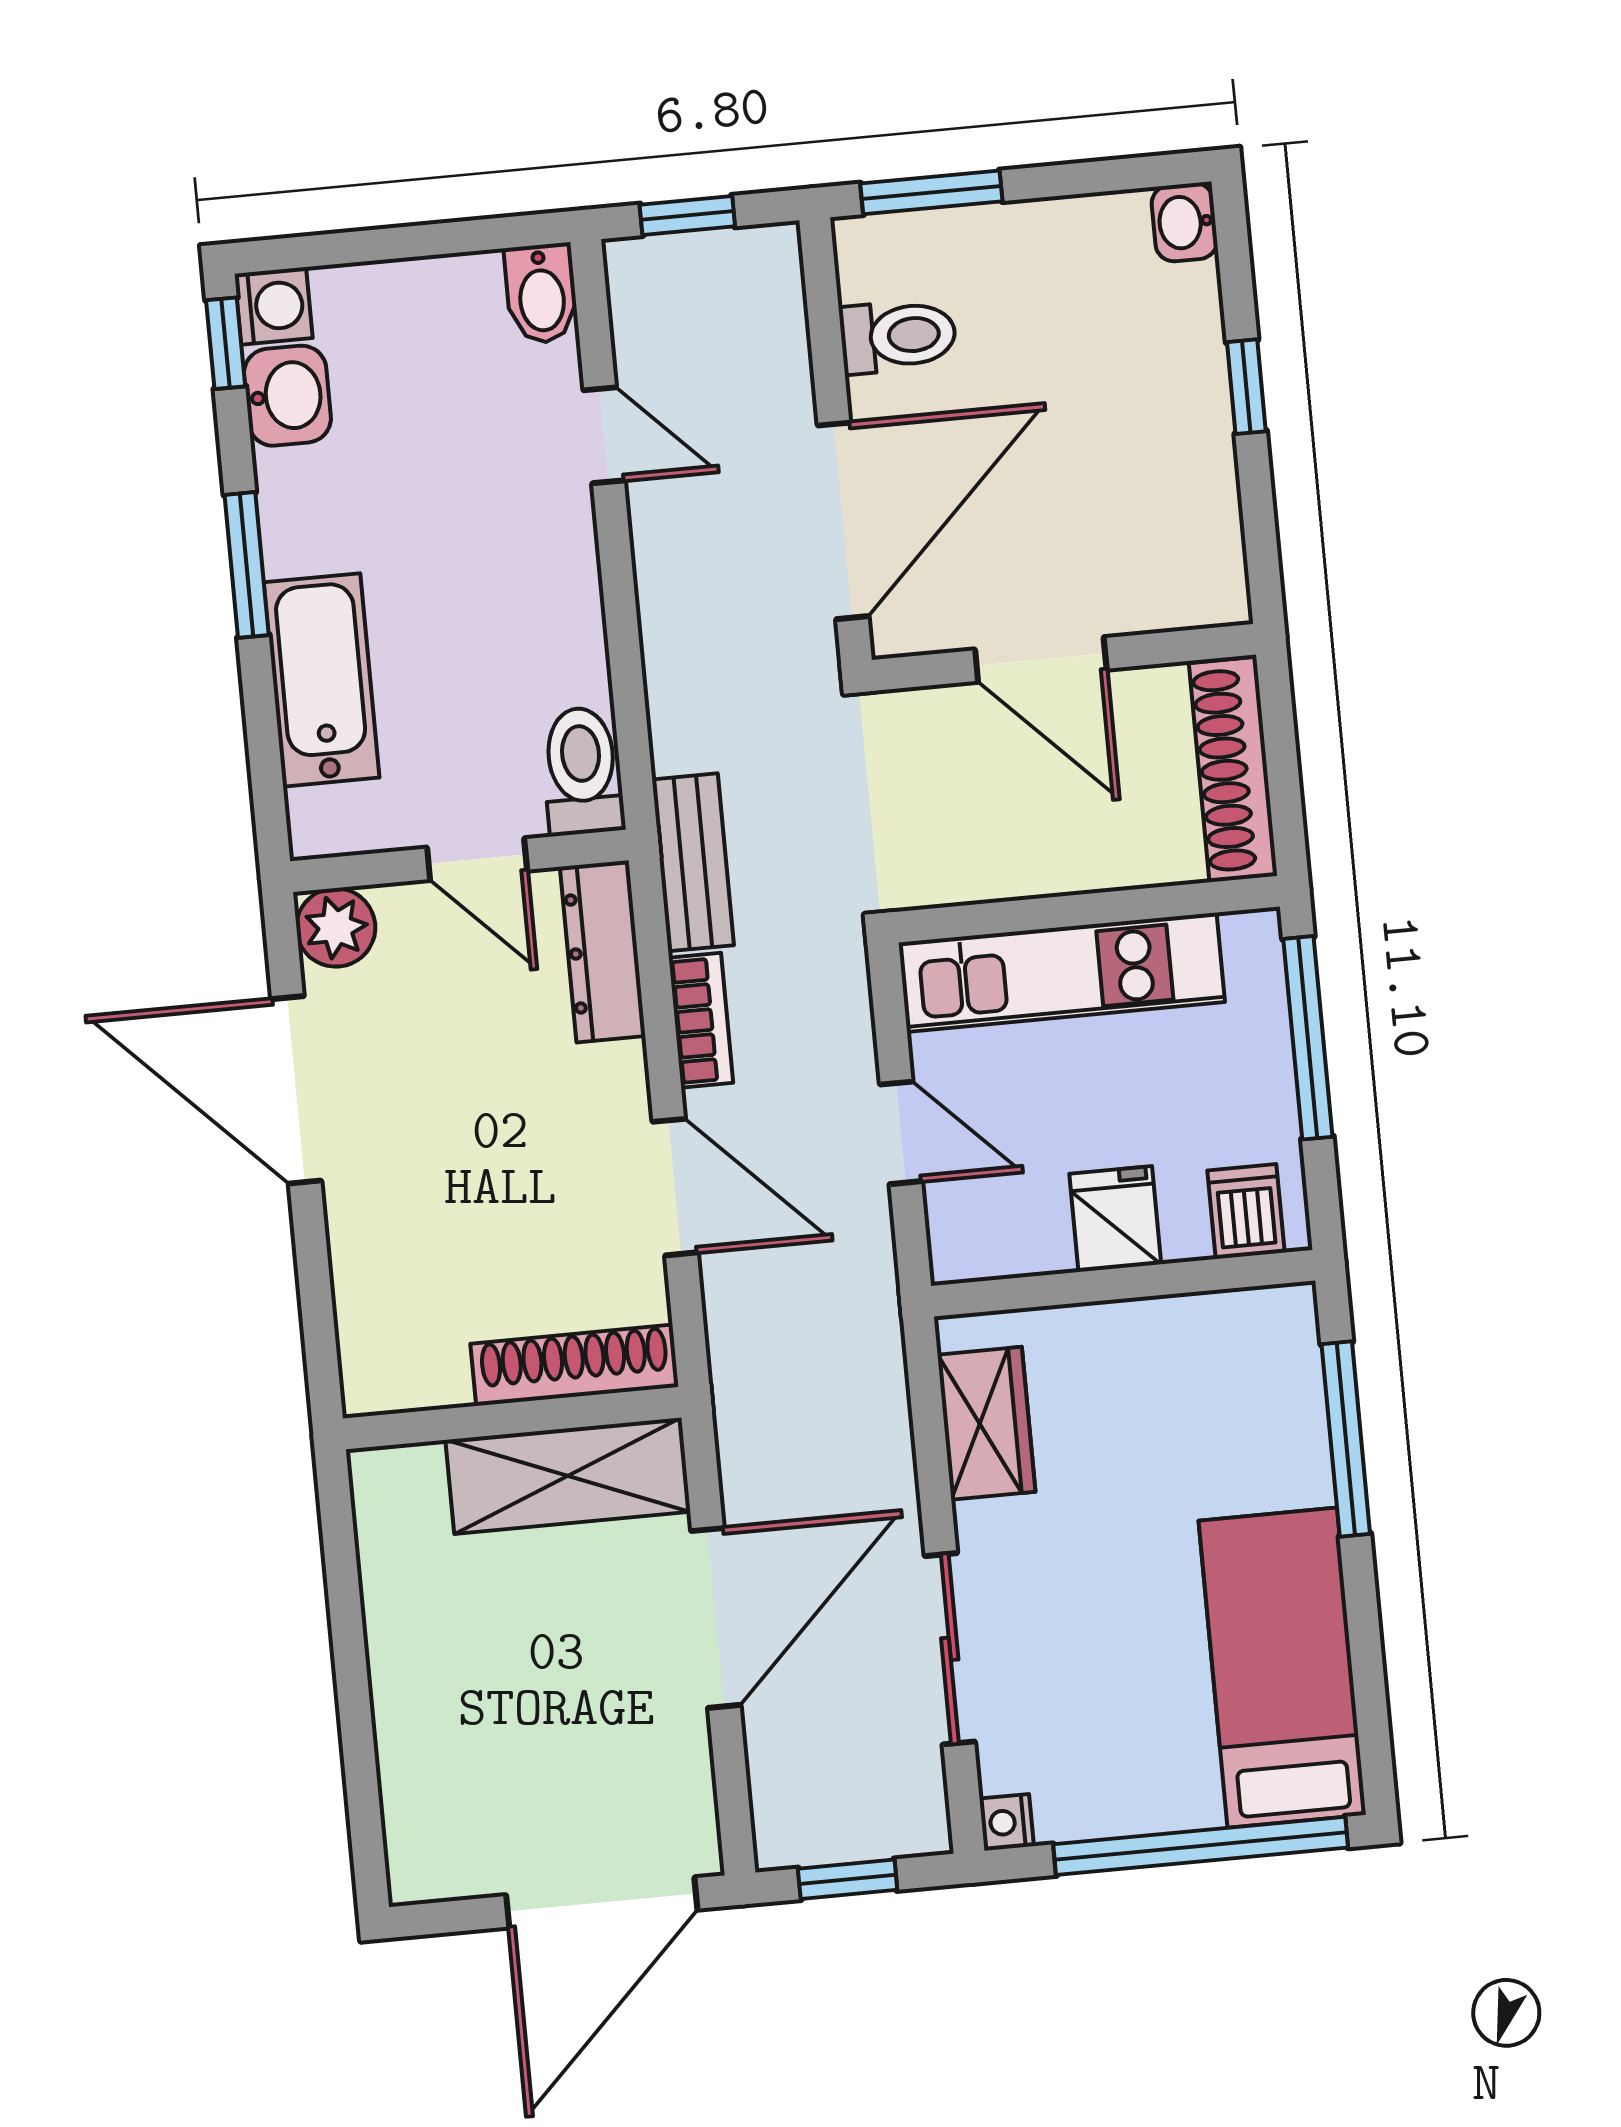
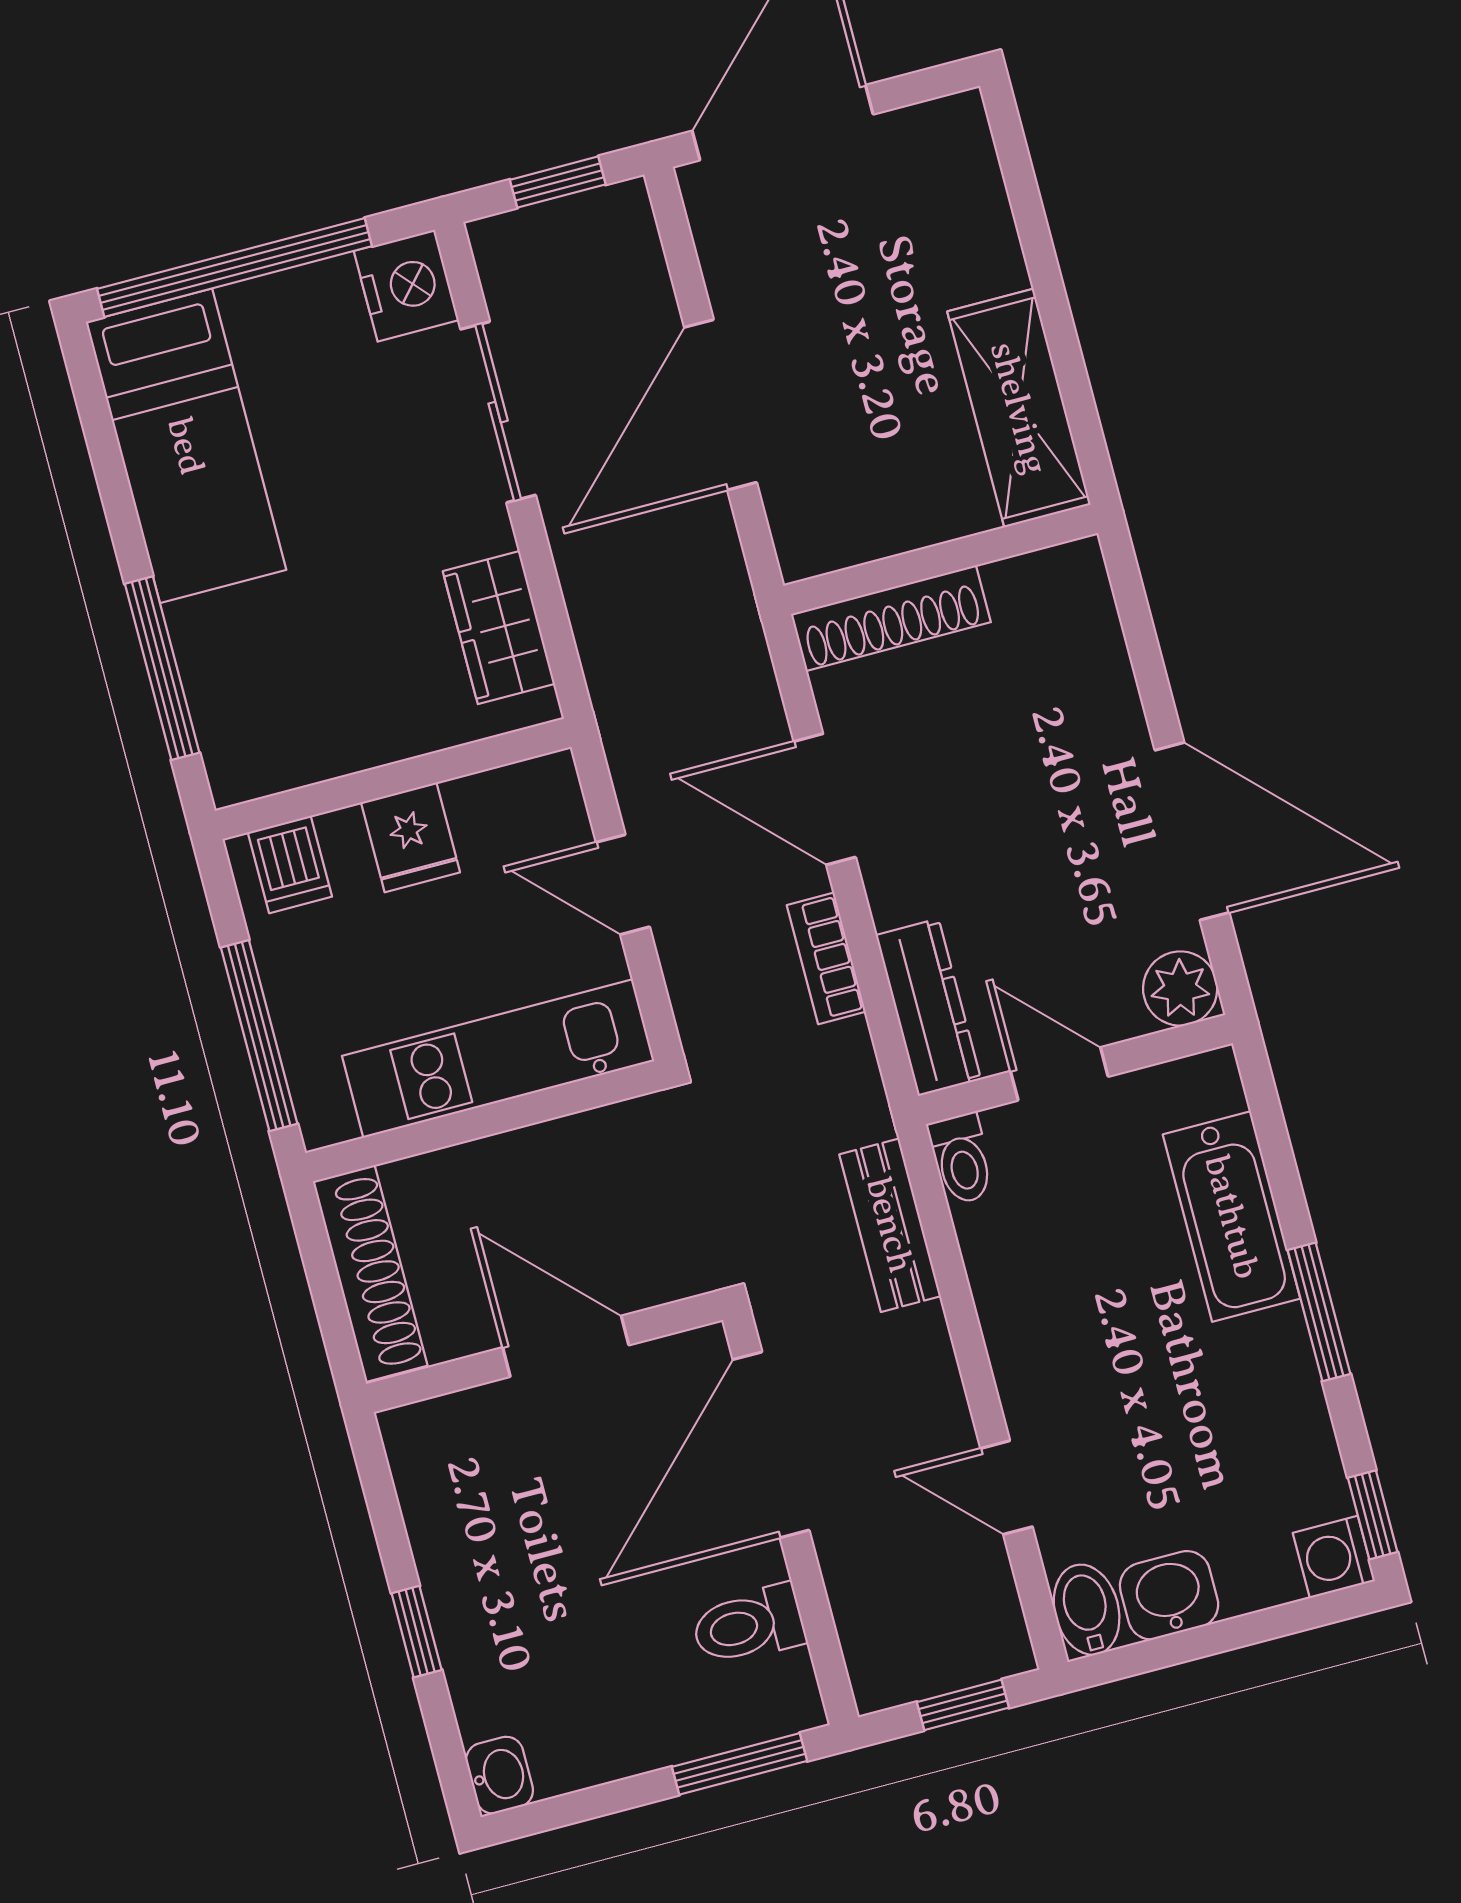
washbasin: (287, 396) -> (1169, 1595), moved, turned 90
toilet: (582, 771) -> (962, 1159), width x0.73, depth x0.72
bench: (693, 862) -> (890, 1225), moved
shelving: (568, 1476) -> (1019, 408), moved, turned 90
nightstand: (1007, 1822) -> (406, 286), width x1.89, depth x1.79

